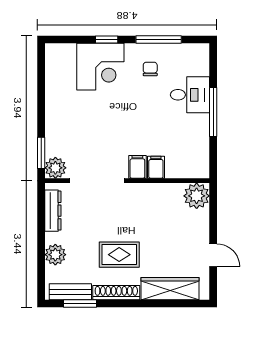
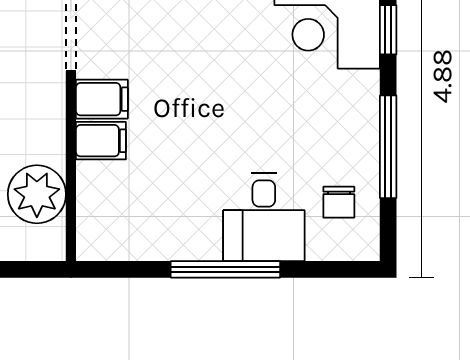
chair: (150, 69) -> (339, 202), moved, turned 90
plant: (197, 196) -> (37, 194), moved

